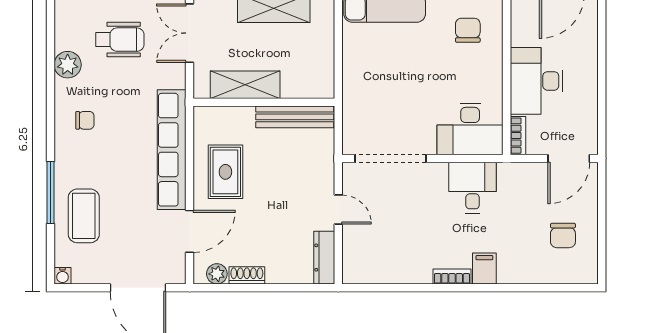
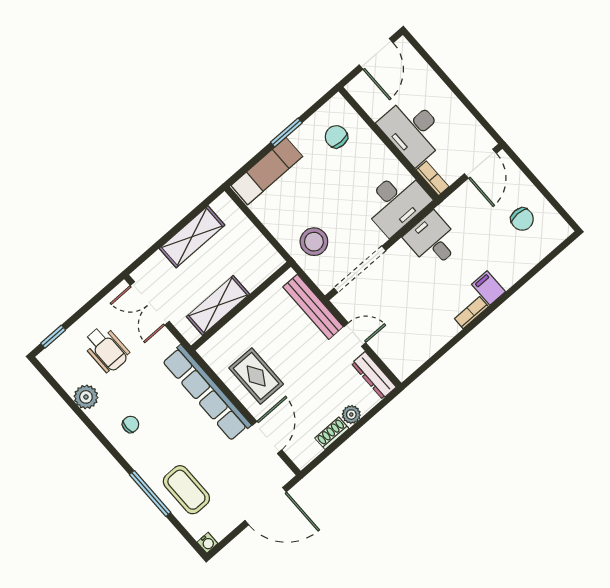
wheelchair: (120, 40) -> (106, 349), turned 90
stool: (372, 102) -> (314, 242), added
bench: (295, 117) -> (313, 307), moved, turned 90
plant: (217, 274) -> (351, 415), moved

